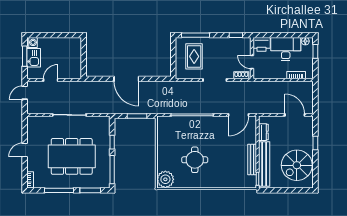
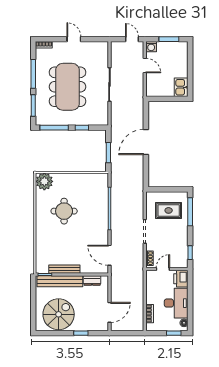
washing machine: (32, 42) -> (151, 47), moved
kitchen sink: (34, 58) -> (181, 87), moved, turned 90
spiral stairs: (297, 165) -> (59, 314), turned 90

